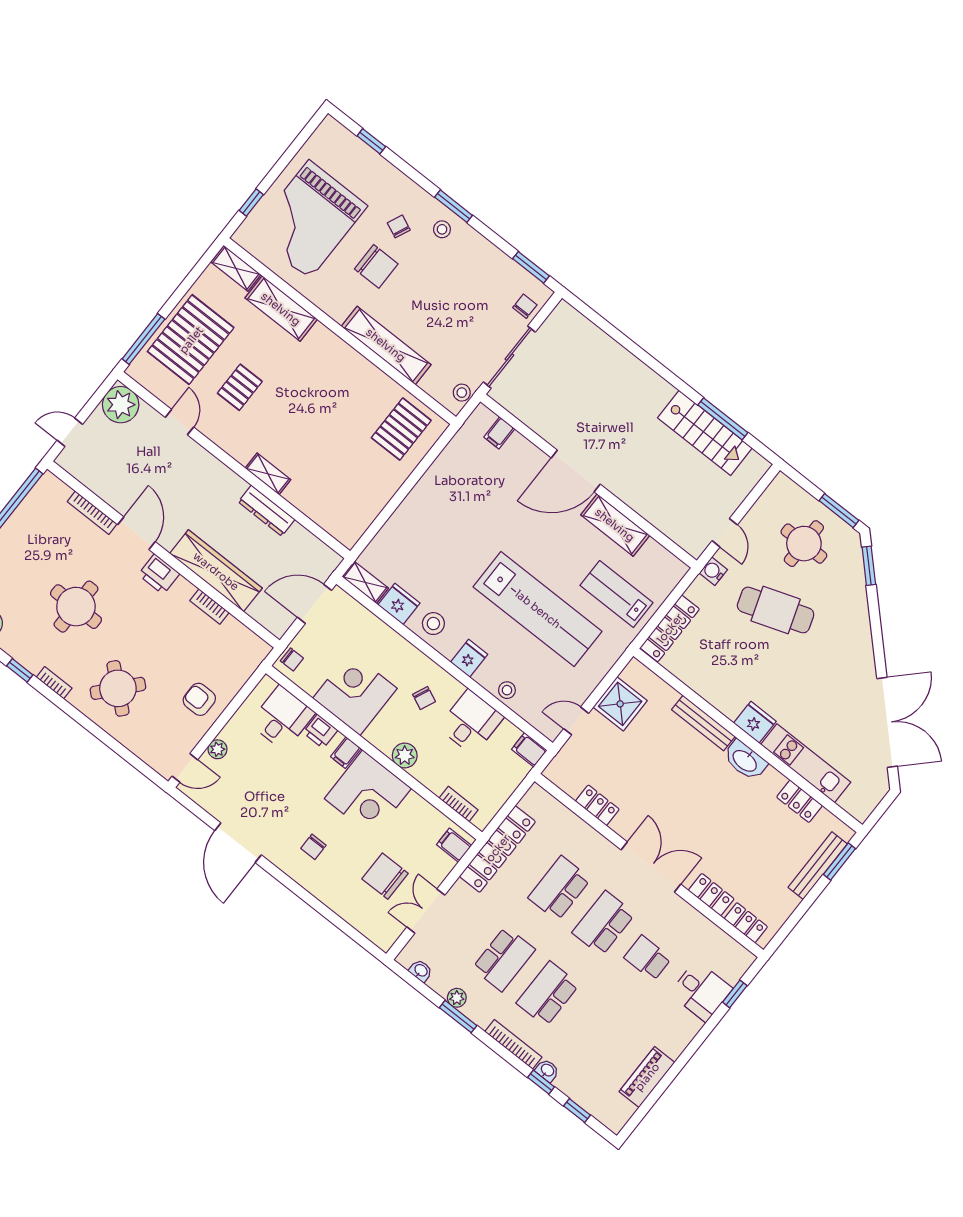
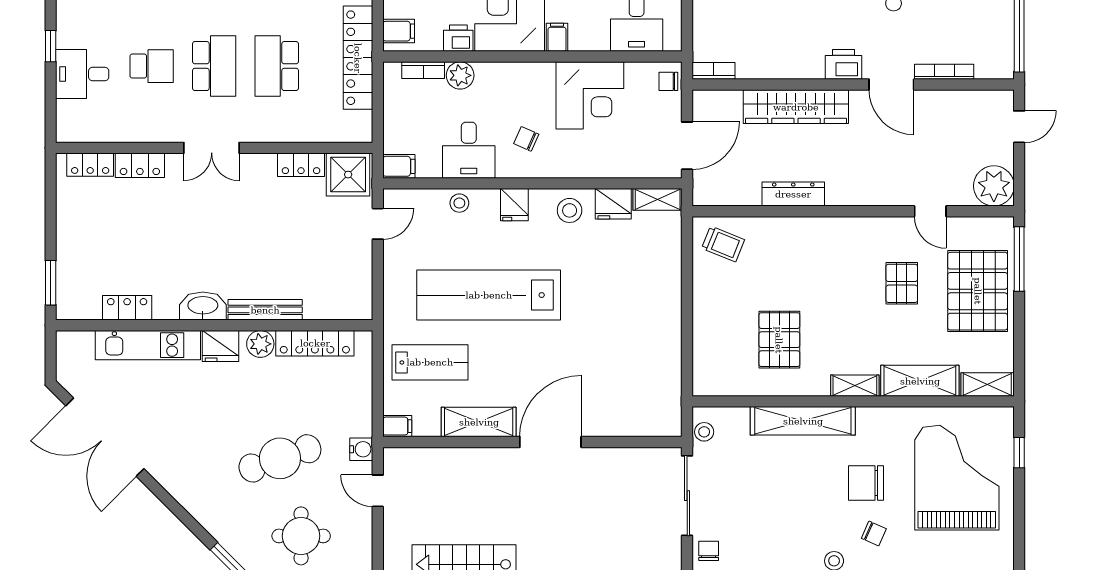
chair: (525, 306) -> (709, 551), turned 180
pallet: (401, 429) -> (779, 340), moved
filing cabinet: (499, 433) -> (397, 426), moved, turned 90
shelving: (268, 474) -> (855, 386), moved
trolley: (344, 515) -> (723, 244), added
bookcase: (209, 607) -> (713, 71), moved
locker: (670, 628) -> (315, 343), moved, turned -90
plant: (726, 702) -> (260, 344), added
shower: (620, 704) -> (348, 175), moved
printer: (320, 731) -> (458, 38), moved
plant: (405, 755) -> (460, 75), moved
bench: (818, 866) -> (67, 264), removed
double door: (651, 867) -> (212, 148), width x0.73
school desk: (559, 888) -> (277, 66), turned 180
window: (735, 994) -> (51, 46), moved

